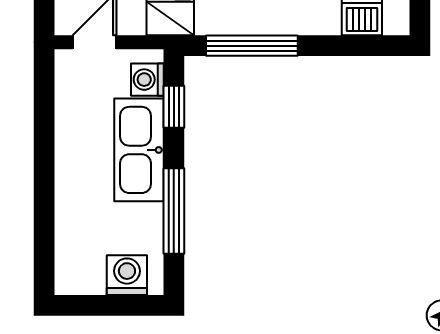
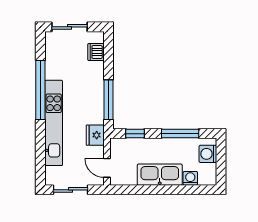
washing machine: (147, 80) -> (190, 178), moved, turned 180
kitchen sink: (139, 150) -> (160, 175), moved, turned 180

